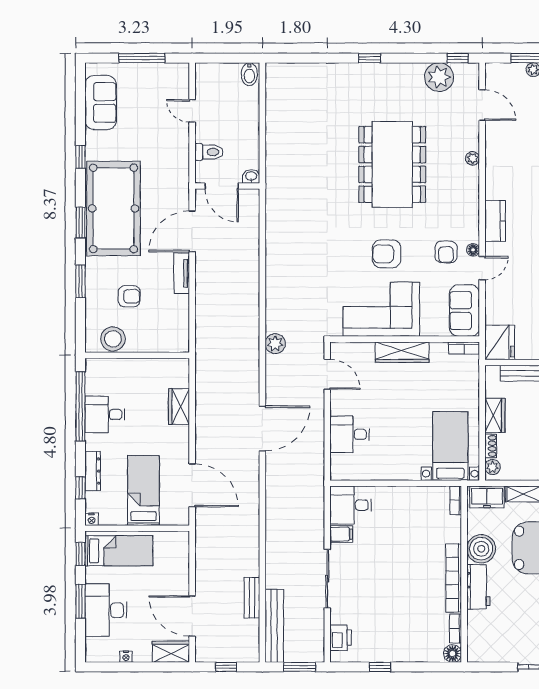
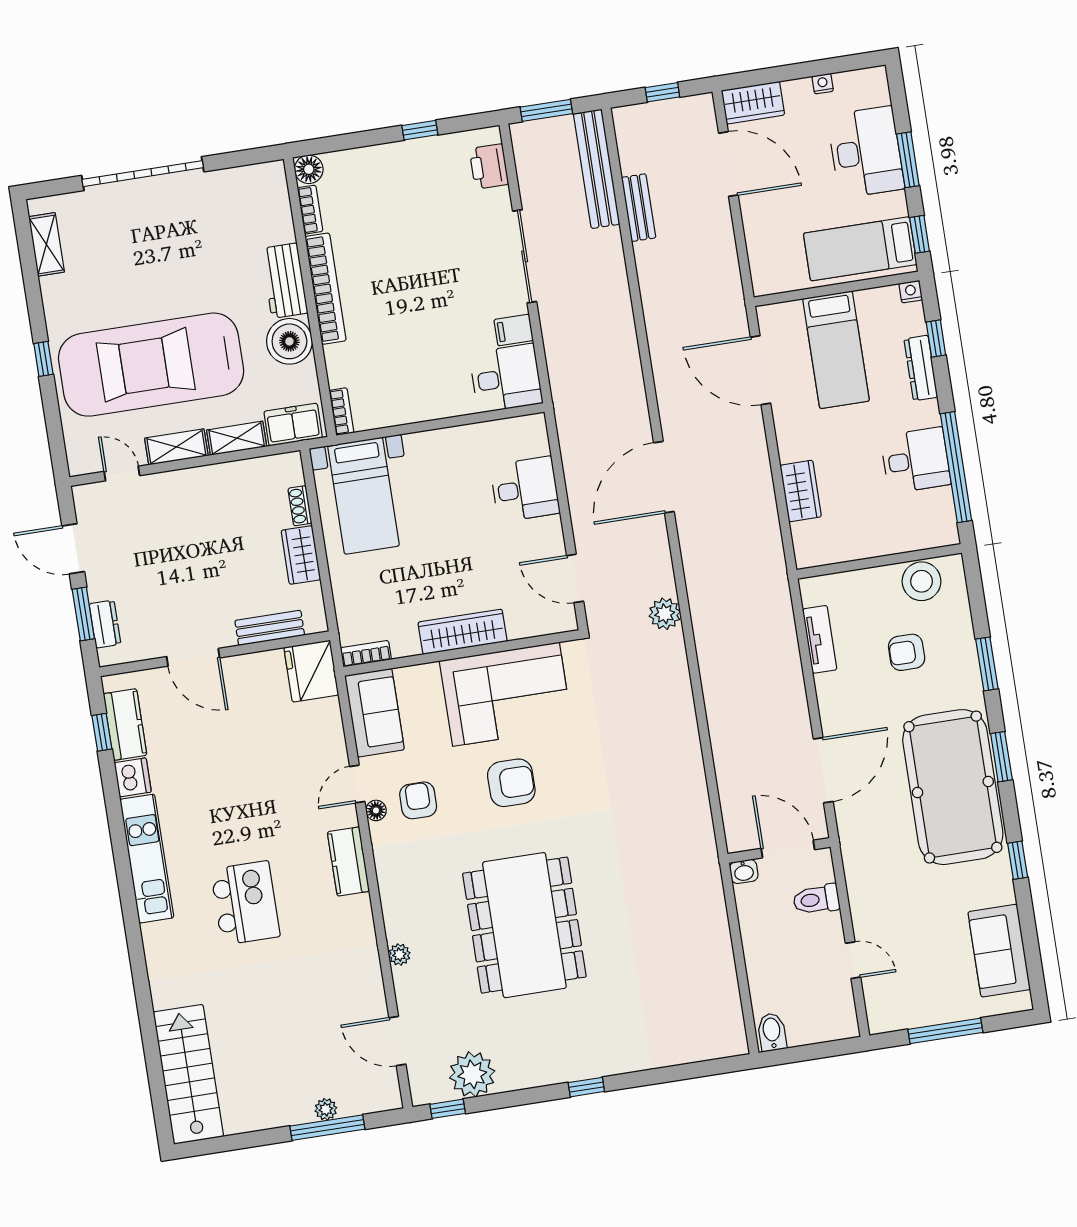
tv unit: (182, 273) -> (820, 639), moved
plant: (493, 467) -> (292, 473), removed

